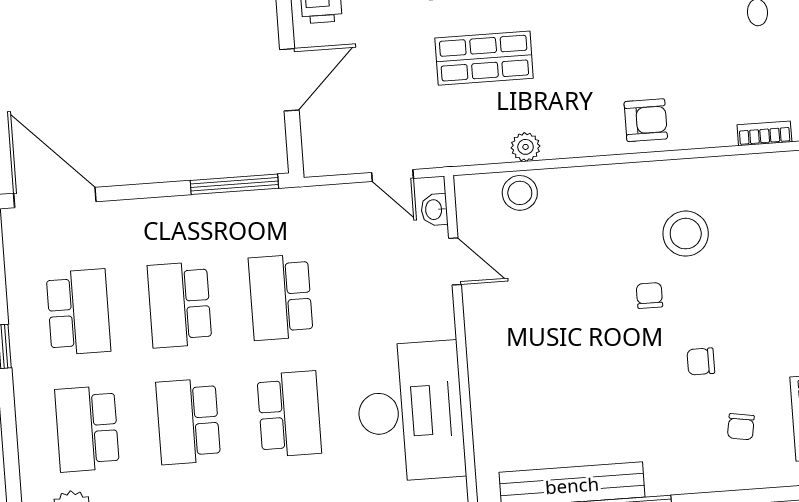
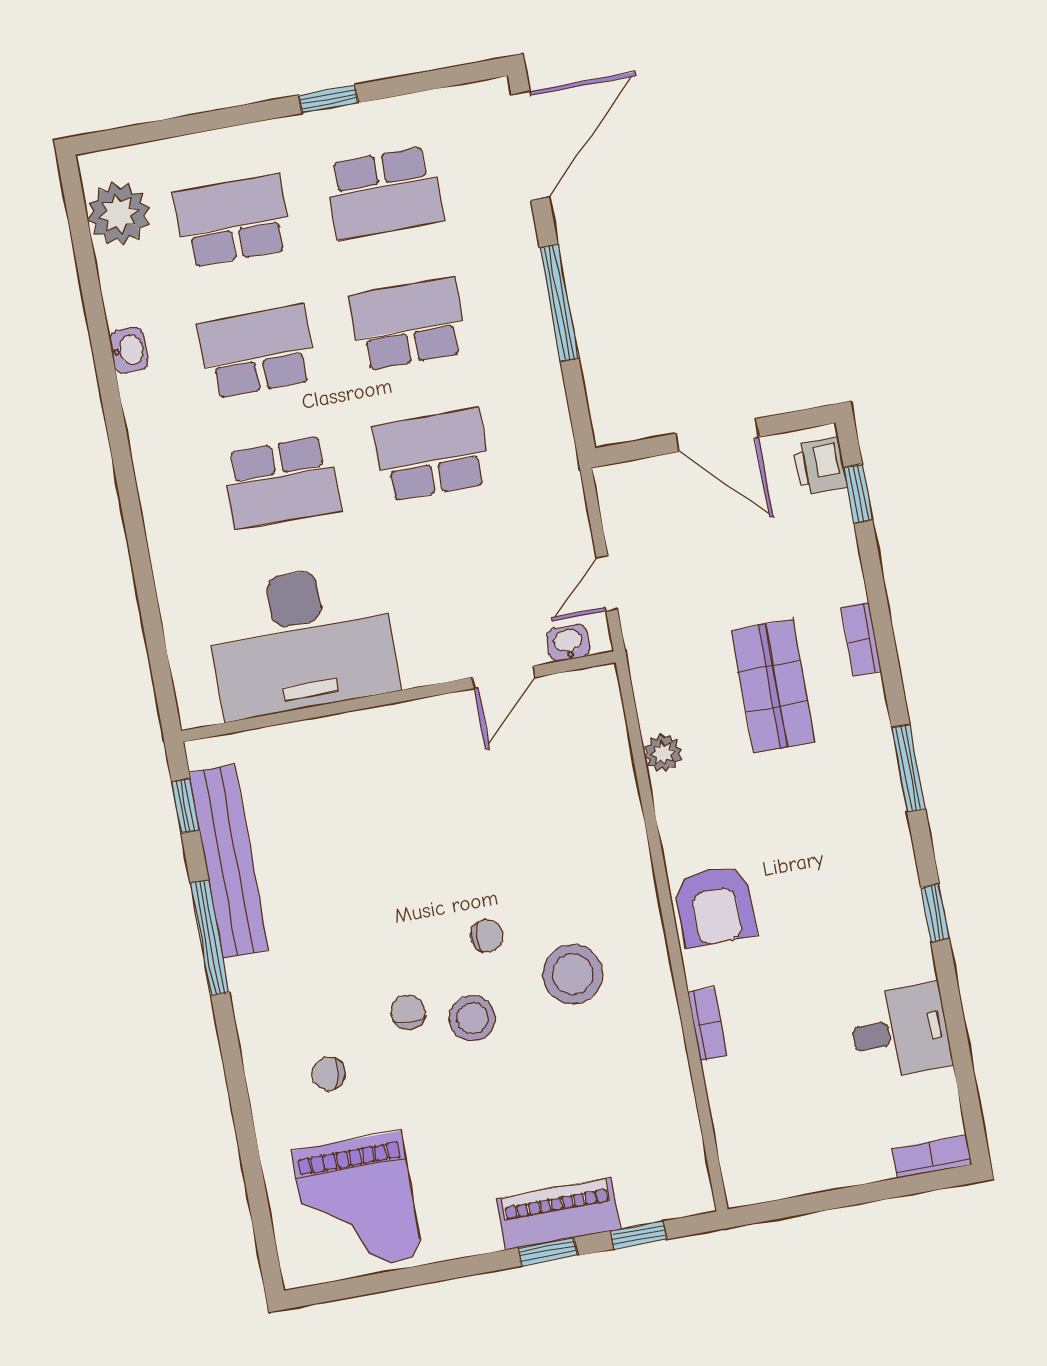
armchair: (646, 120) -> (715, 906), width x1.38, depth x1.38
bookcase: (764, 133) -> (708, 1024), moved
window: (234, 184) -> (559, 303), moved
stool: (520, 193) -> (472, 1018), moved

